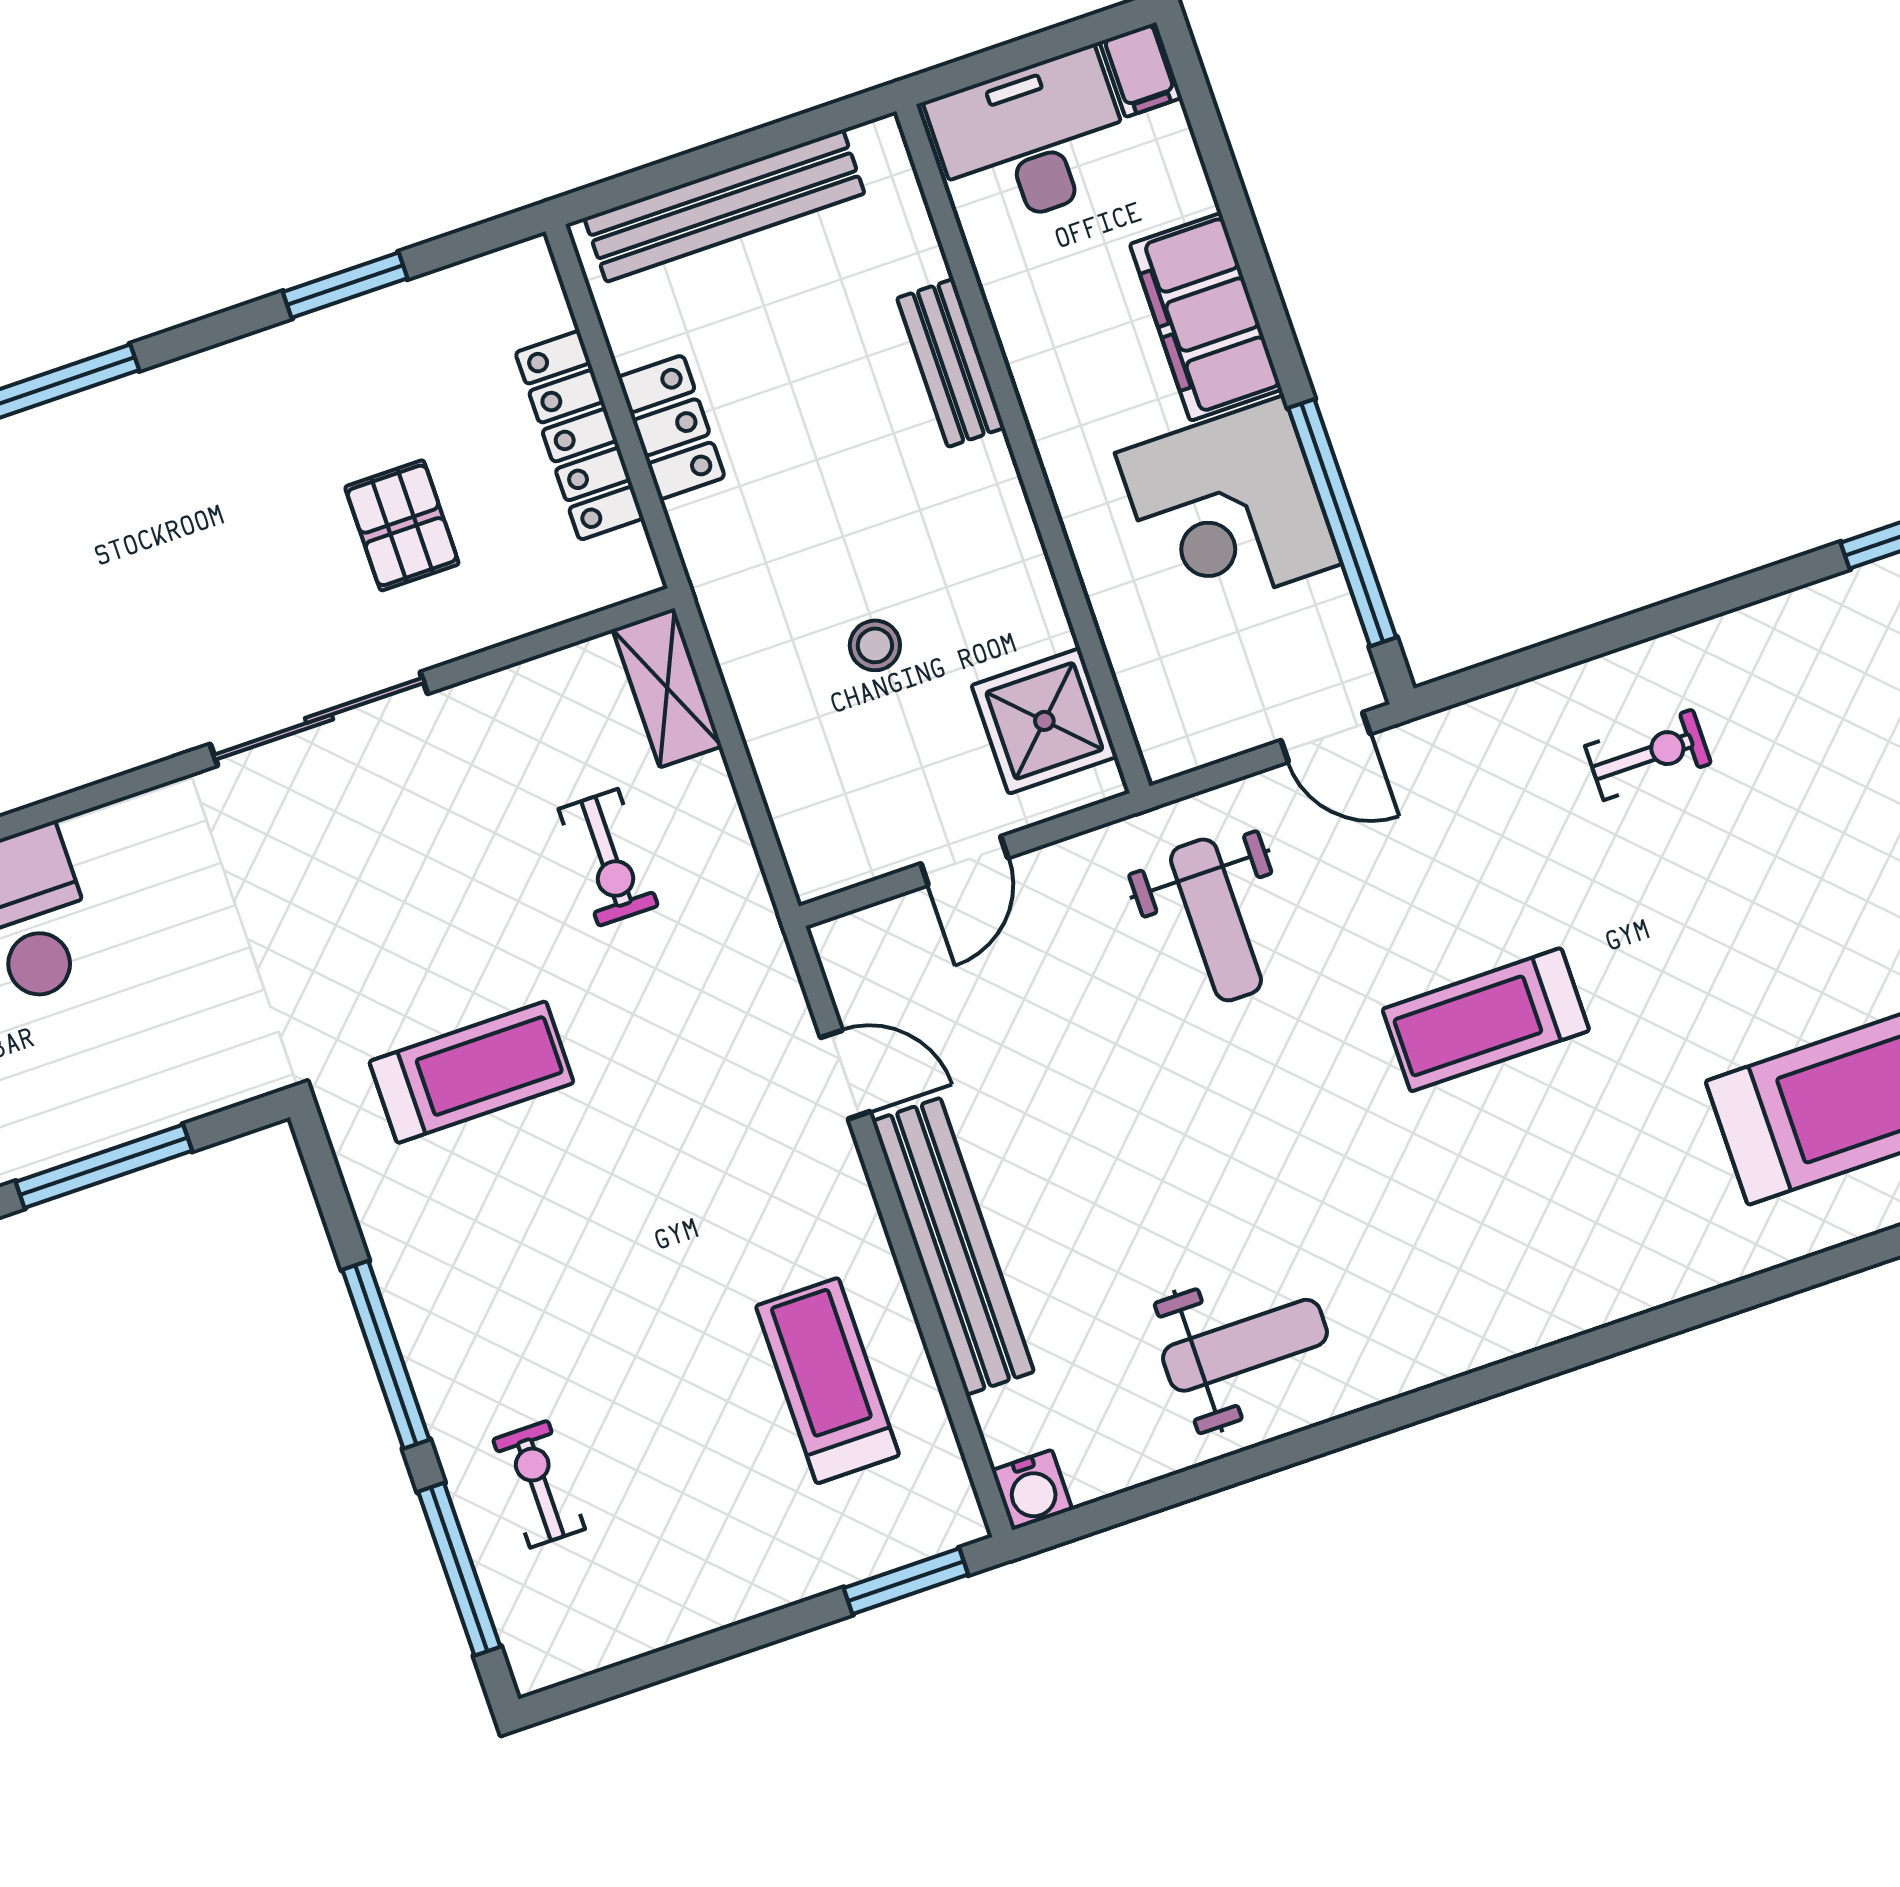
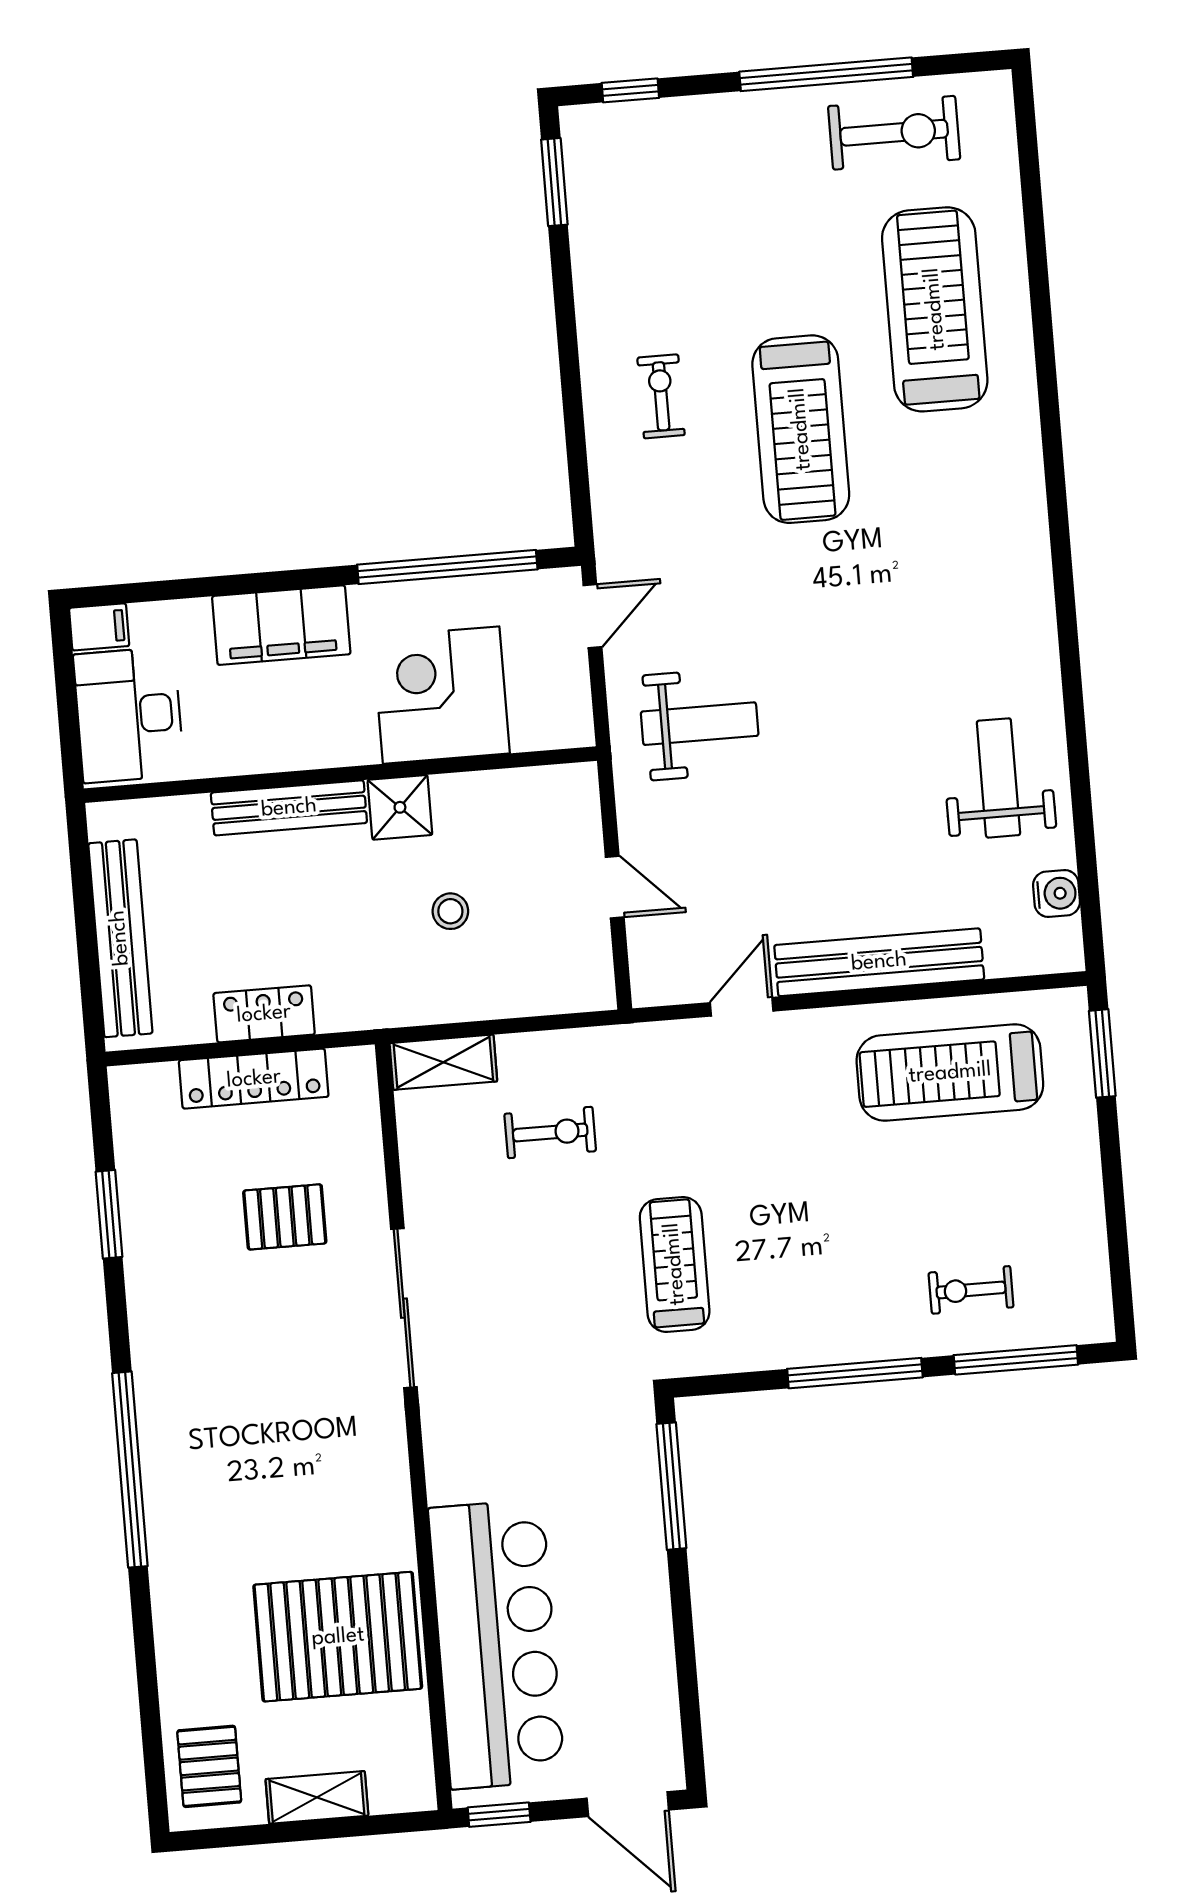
bench: (951, 363) -> (289, 808), width x1.36
corner desk: (1228, 508) -> (441, 695), moved, turned 180
shower: (1044, 721) -> (400, 807), moved, width x0.73, depth x0.73
treadmill: (1486, 1020) -> (801, 429), moved, width x1.37, depth x1.38
window: (104, 1166) -> (671, 1486), moved
treadmill: (827, 1381) -> (950, 1073), width x1.37, depth x1.38
water cooler: (1032, 1490) -> (1056, 894), moved

